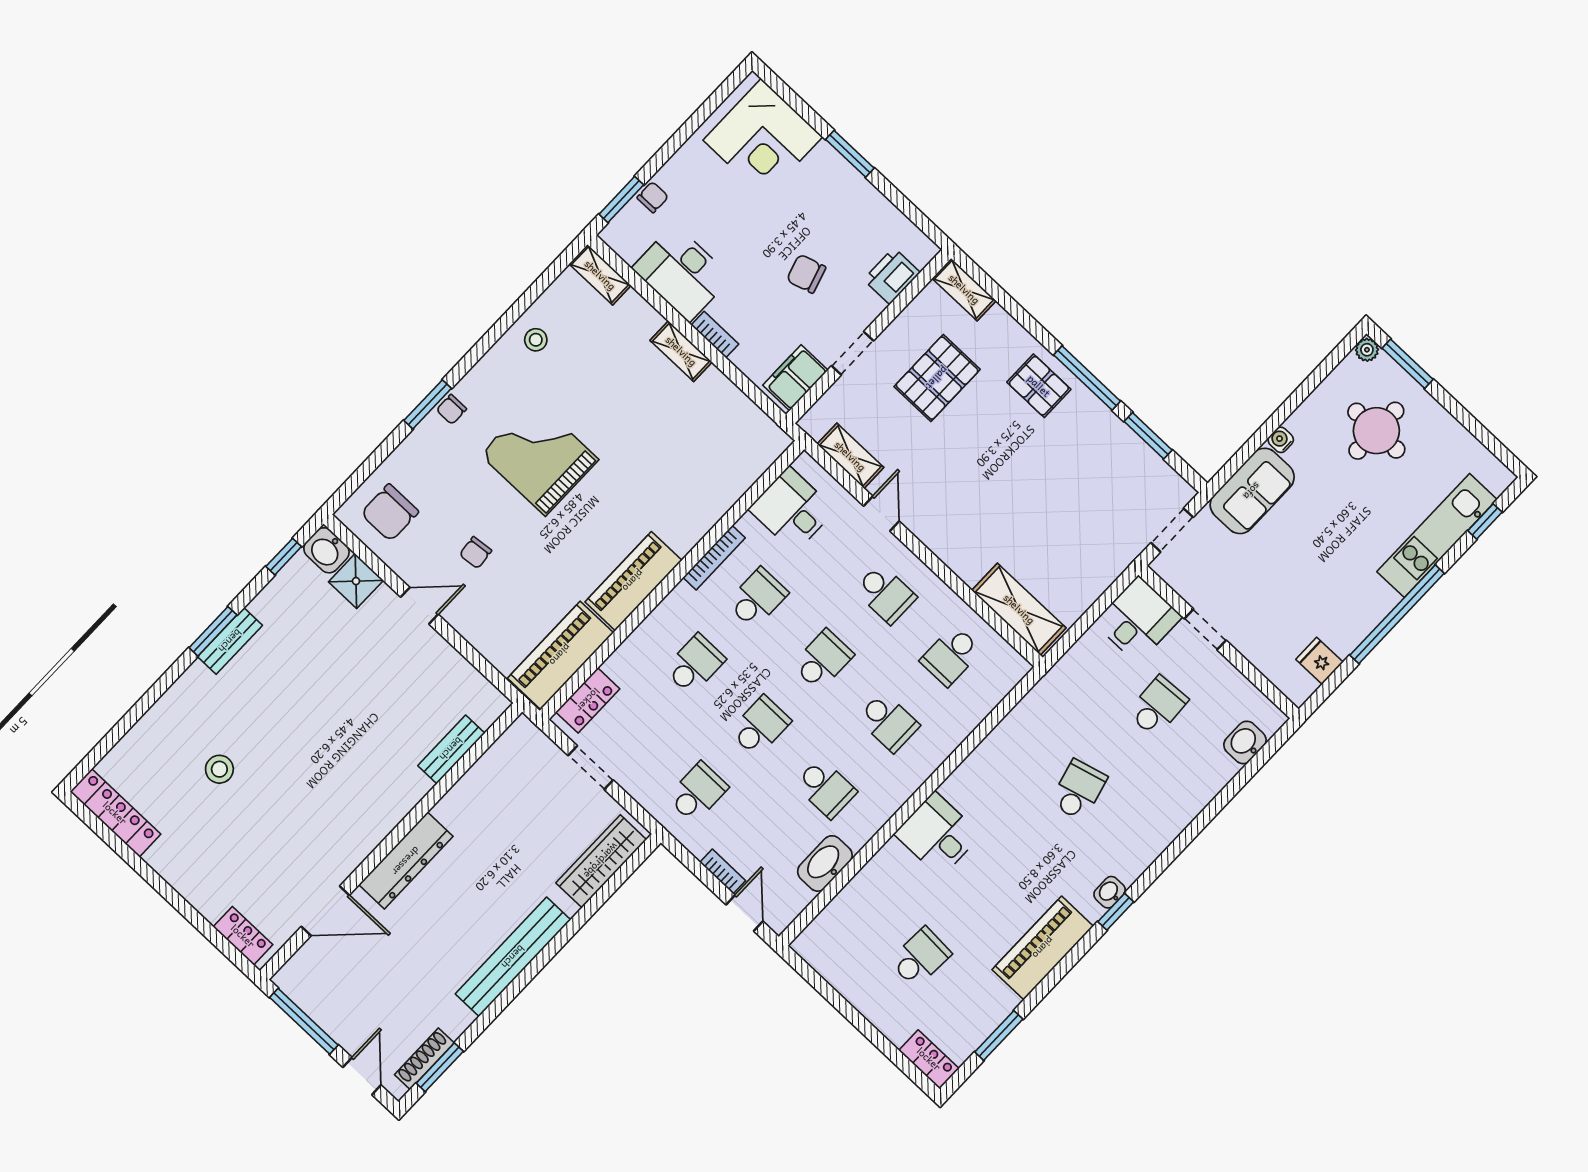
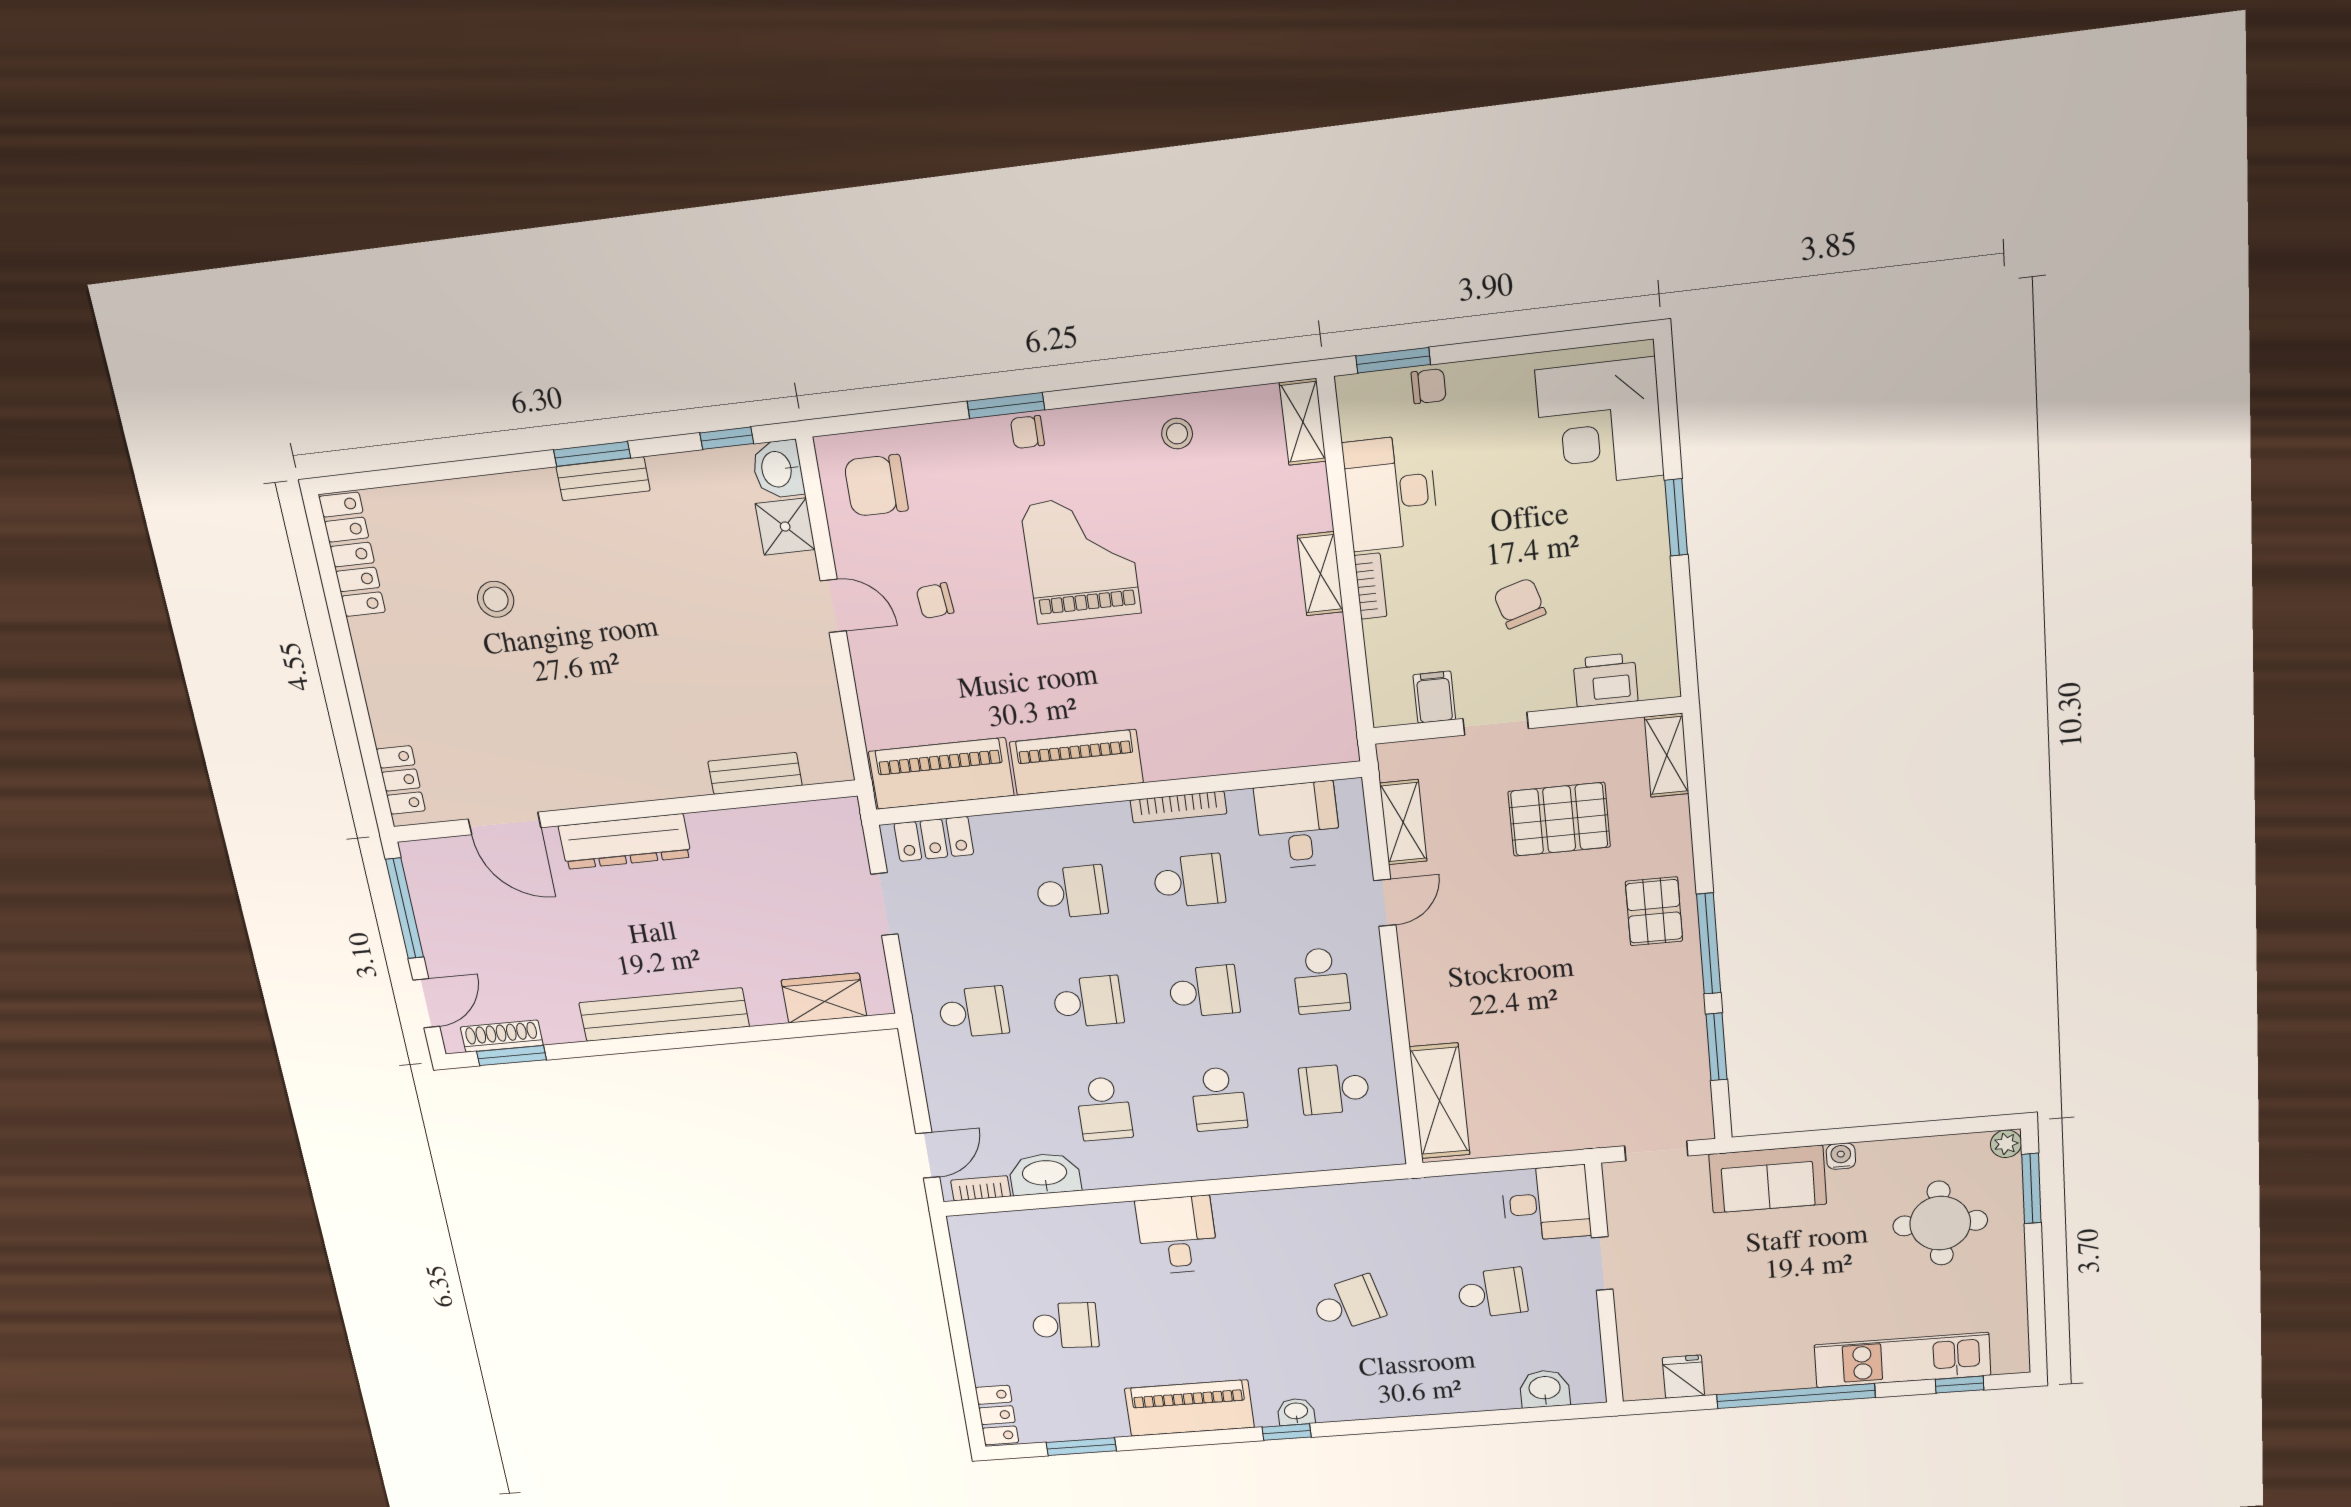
filing cabinet: (795, 378) -> (1434, 697), width x0.50
wardrobe: (601, 861) -> (824, 998), width x0.67
bookcase: (723, 871) -> (981, 1188), moved, turned -90

